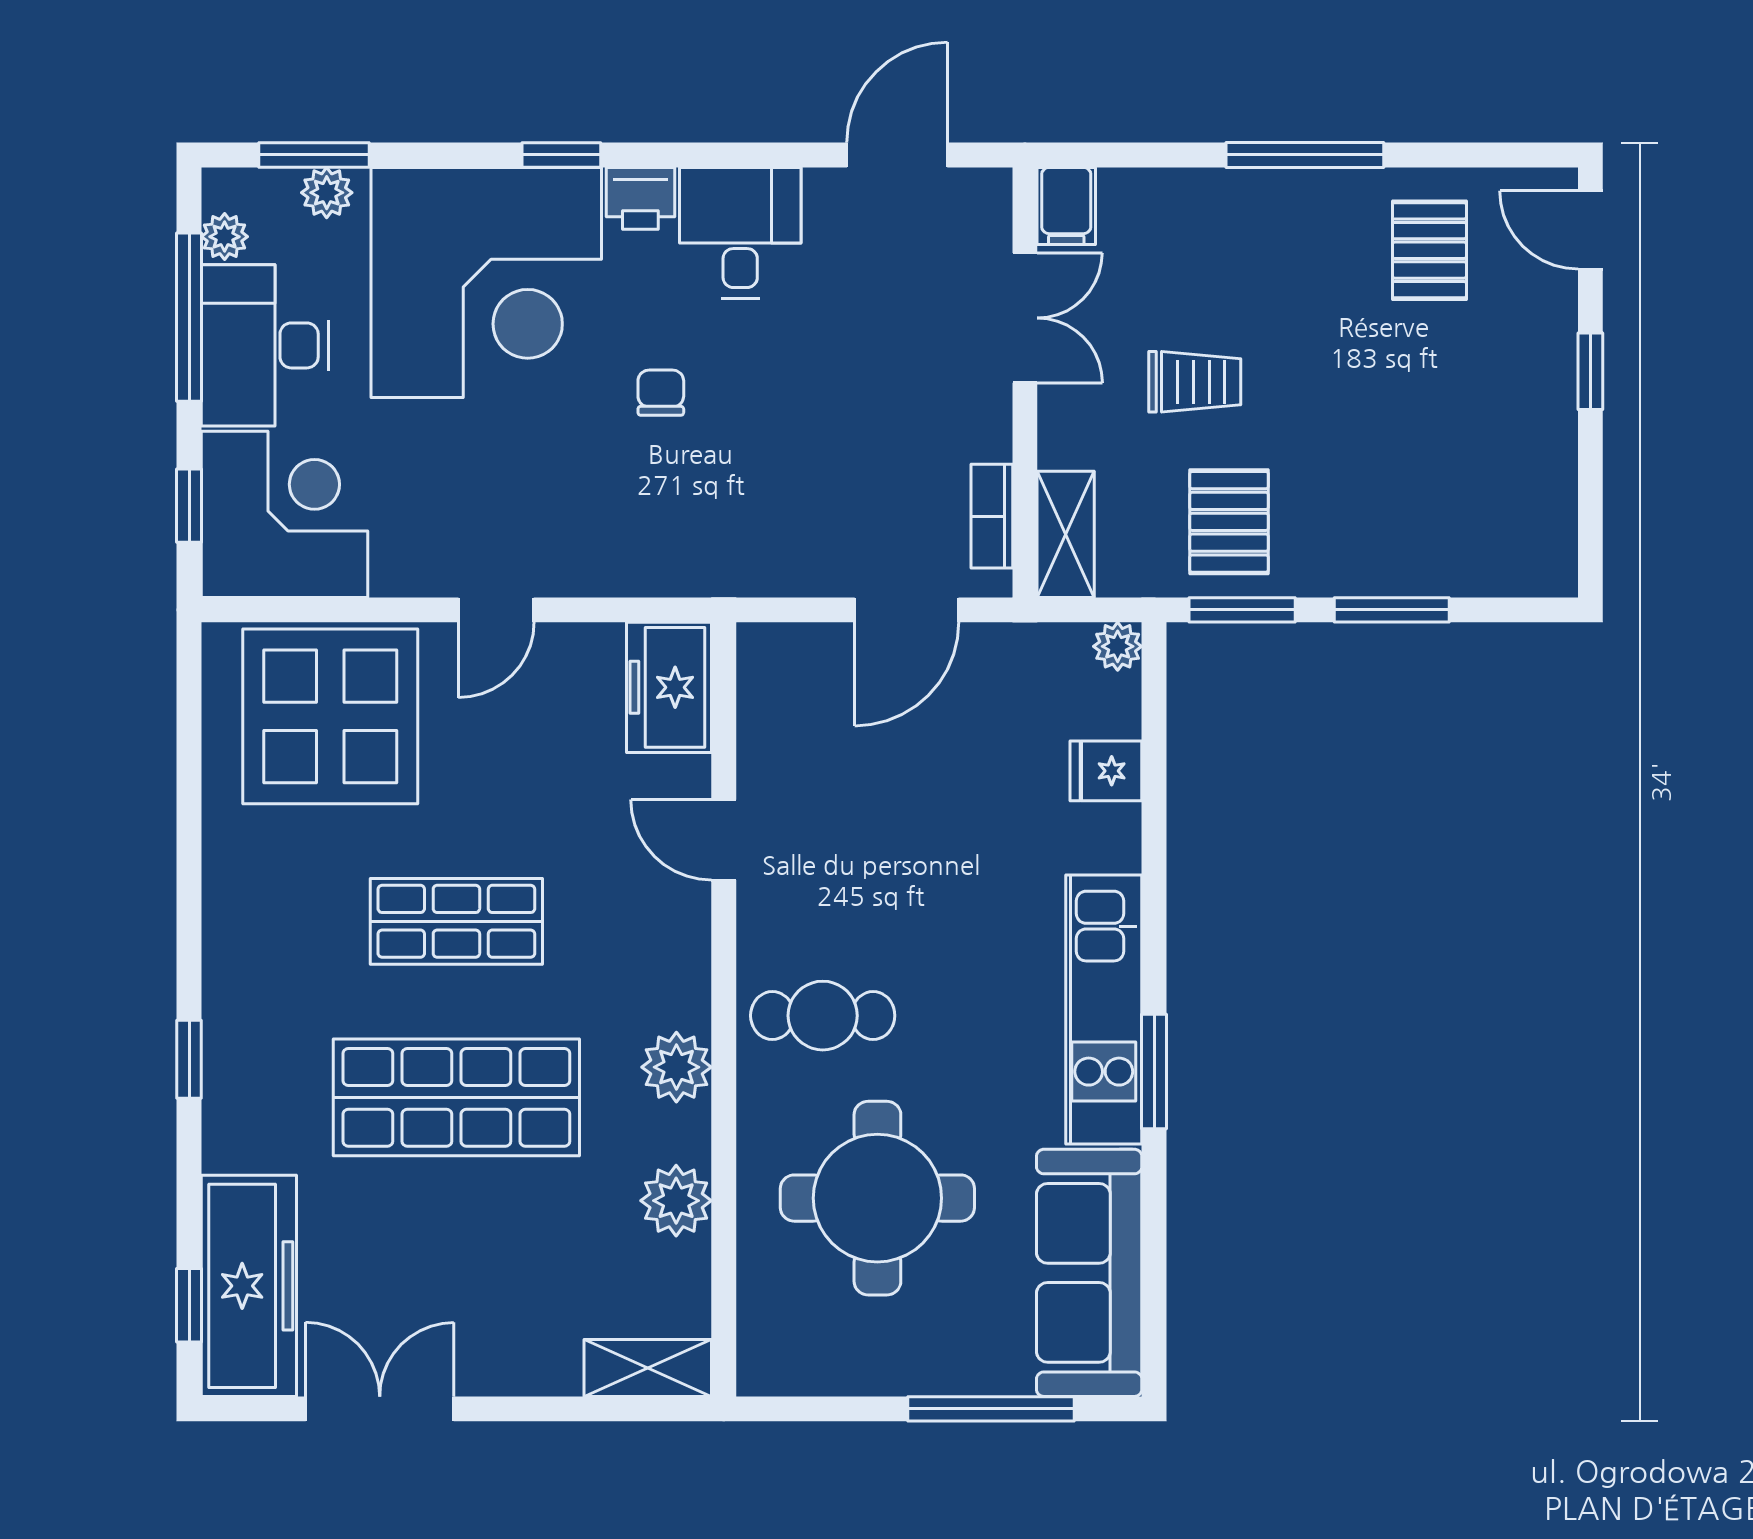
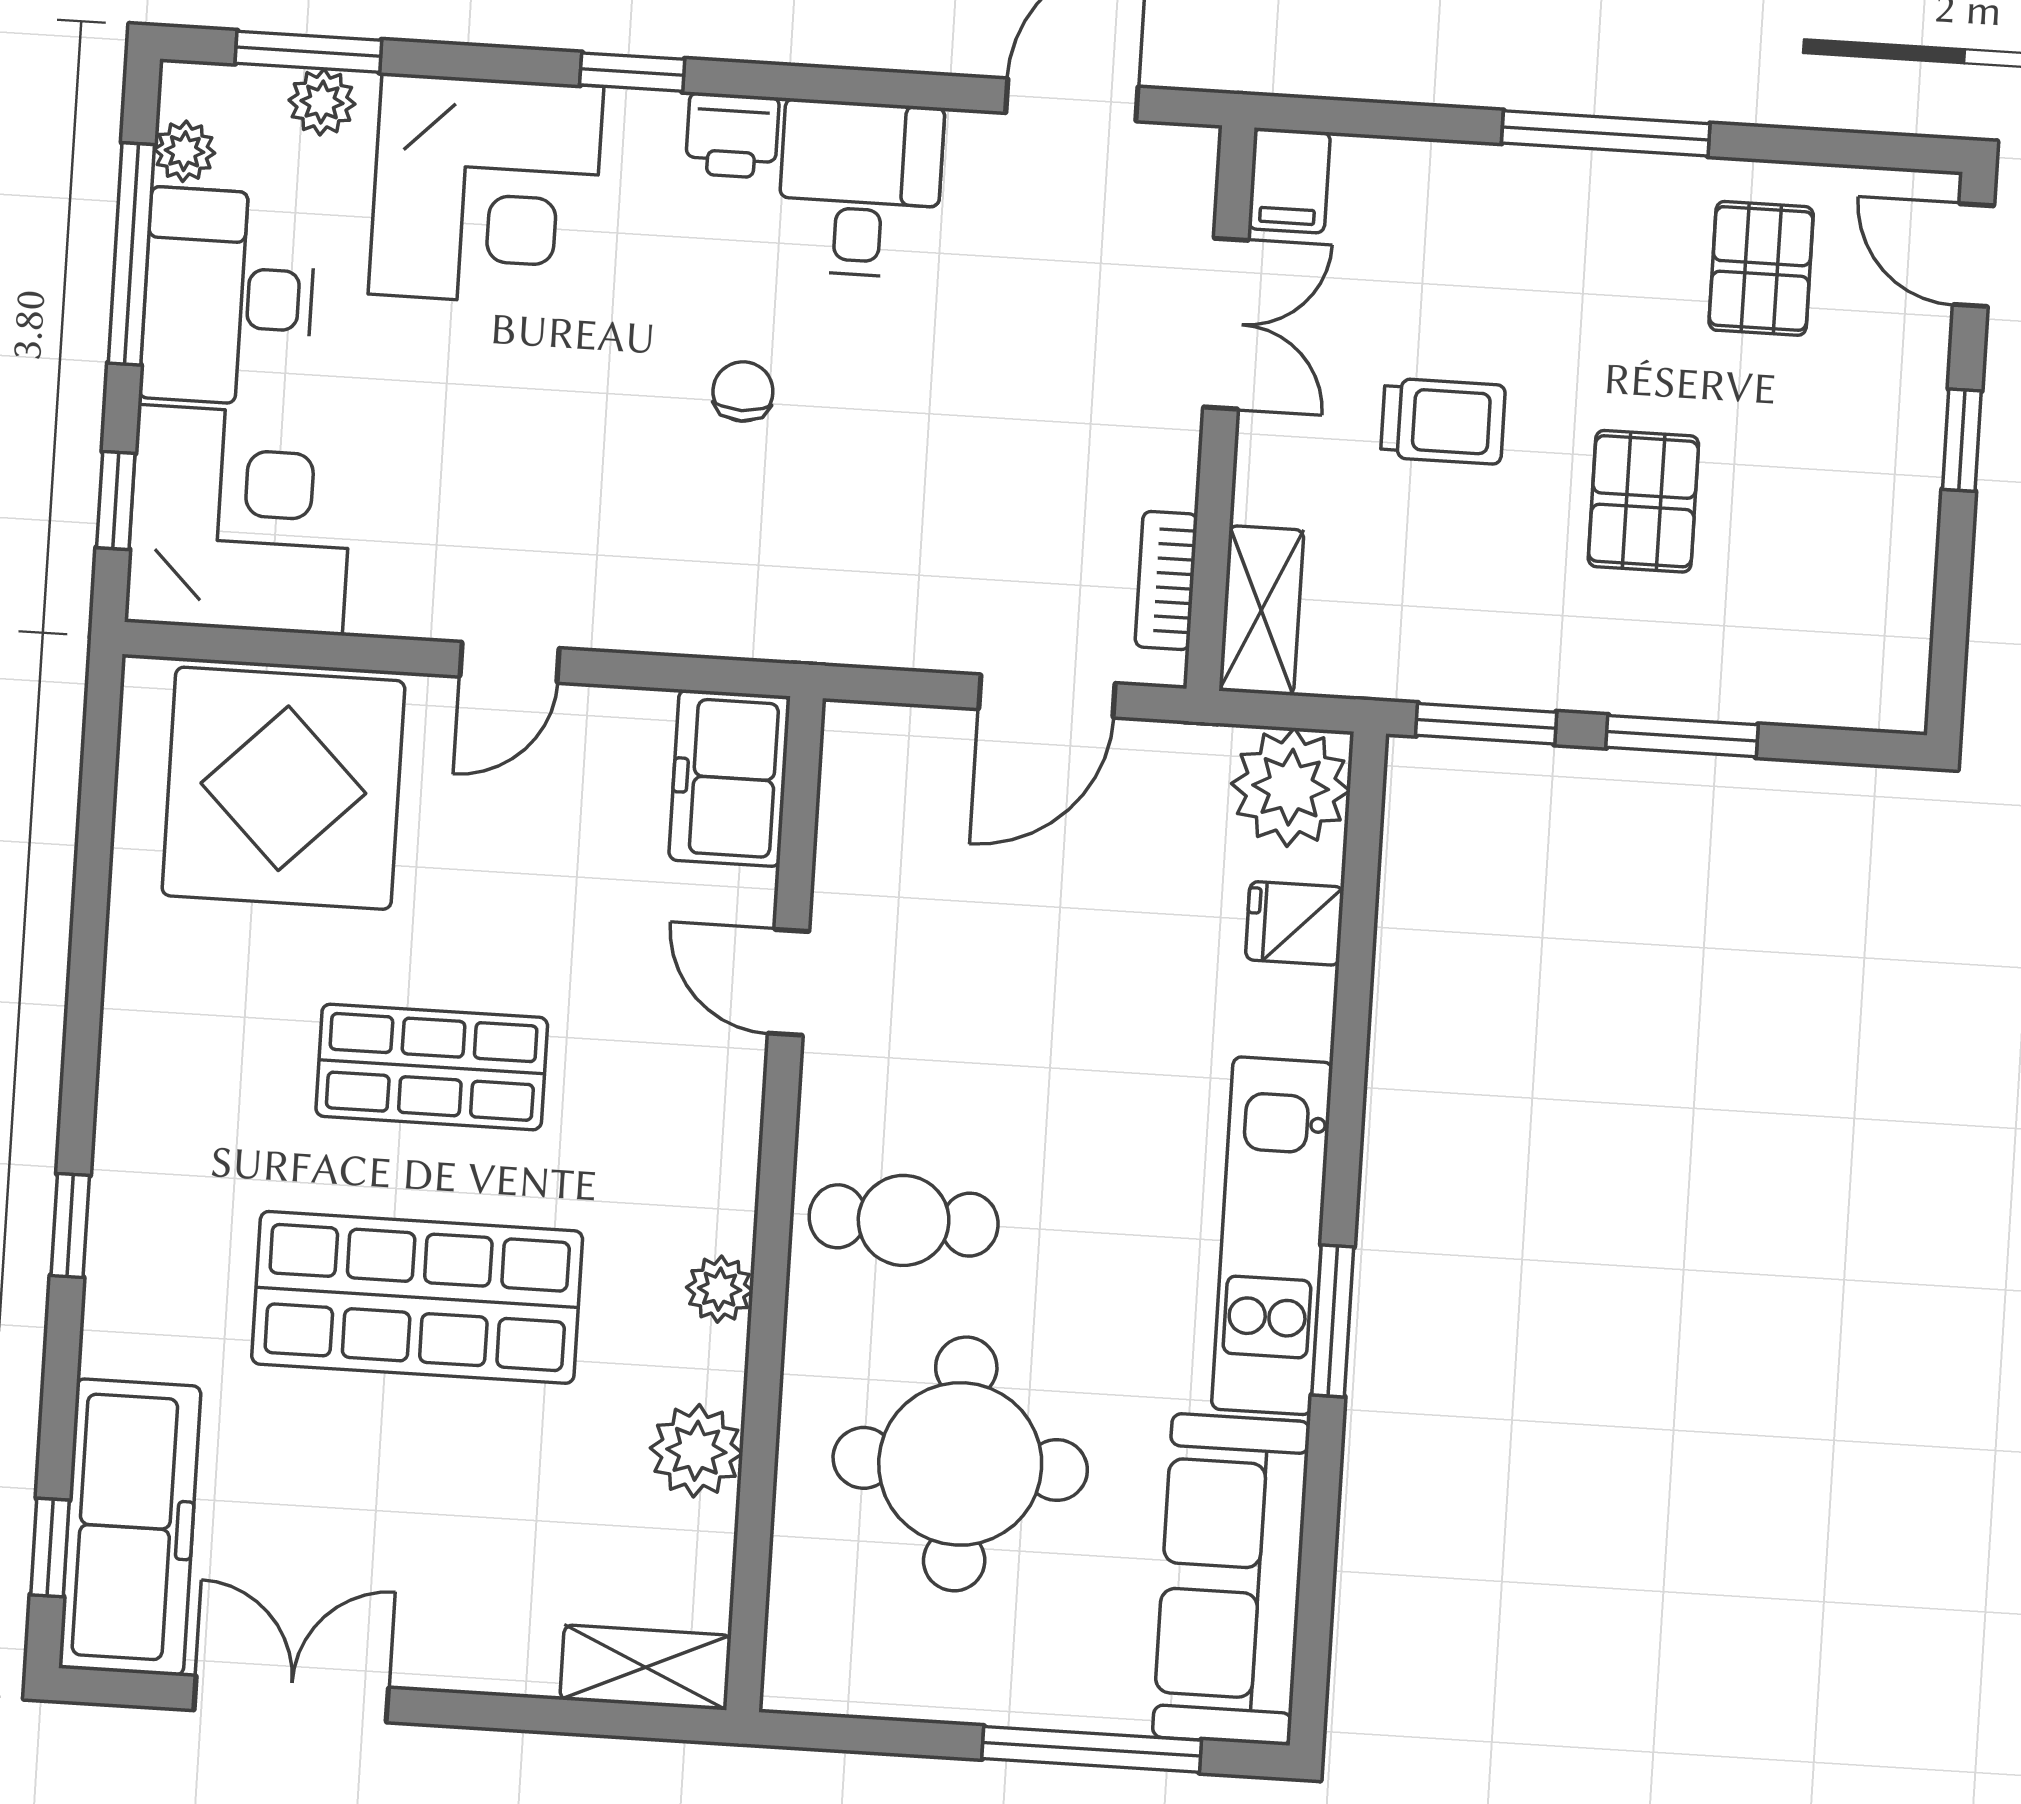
corner desk: (486, 282) -> (486, 190), width x0.74, depth x0.74
pallet: (1229, 522) -> (1643, 501), moved
plant: (1118, 646) -> (1291, 787), width x1.88, depth x1.88
plant: (676, 1067) -> (720, 1289), width x0.73, depth x0.73

